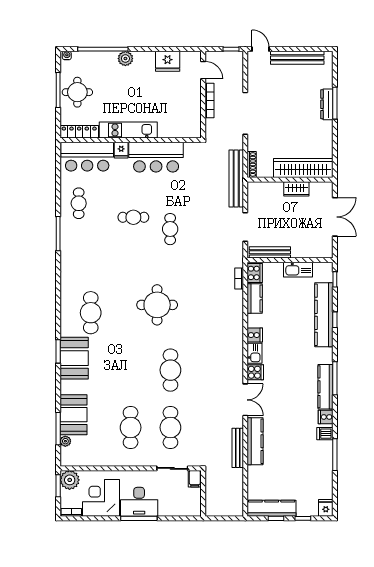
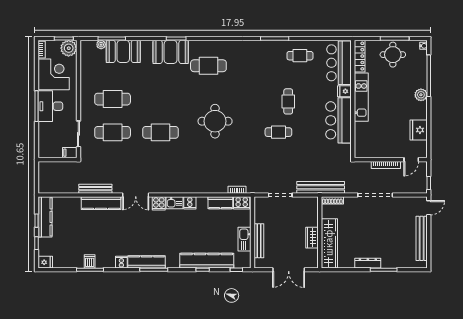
dresser: (327, 104) -> (368, 263), moved
bench: (270, 252) -> (259, 241), moved
dishwasher: (325, 434) -> (90, 261), moved

